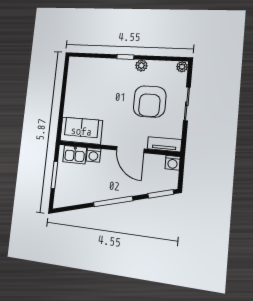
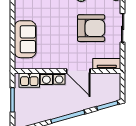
armchair: (150, 102) -> (91, 28), turned -90
sofa: (81, 131) -> (25, 39), moved, turned 90
washing machine: (173, 163) -> (59, 79), moved

